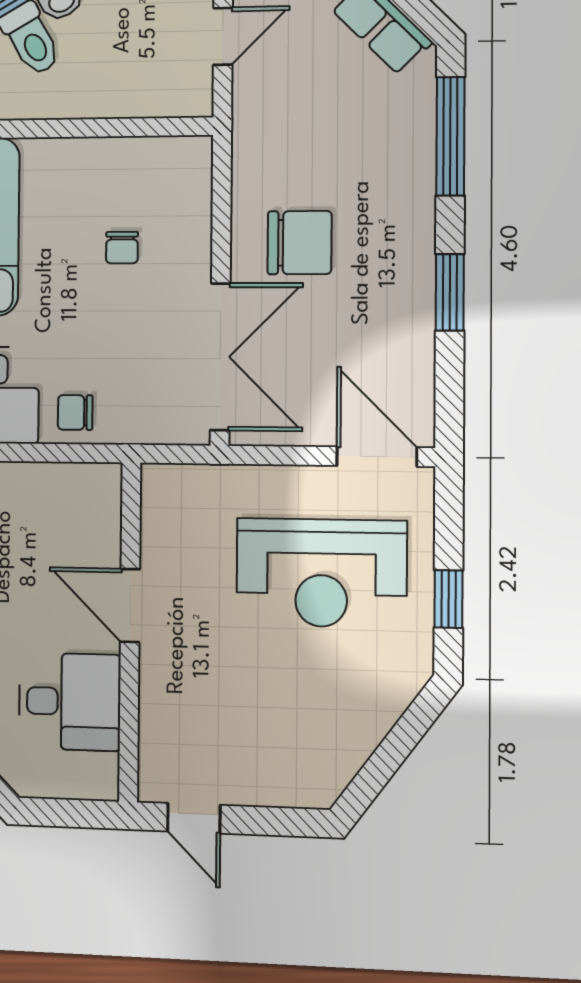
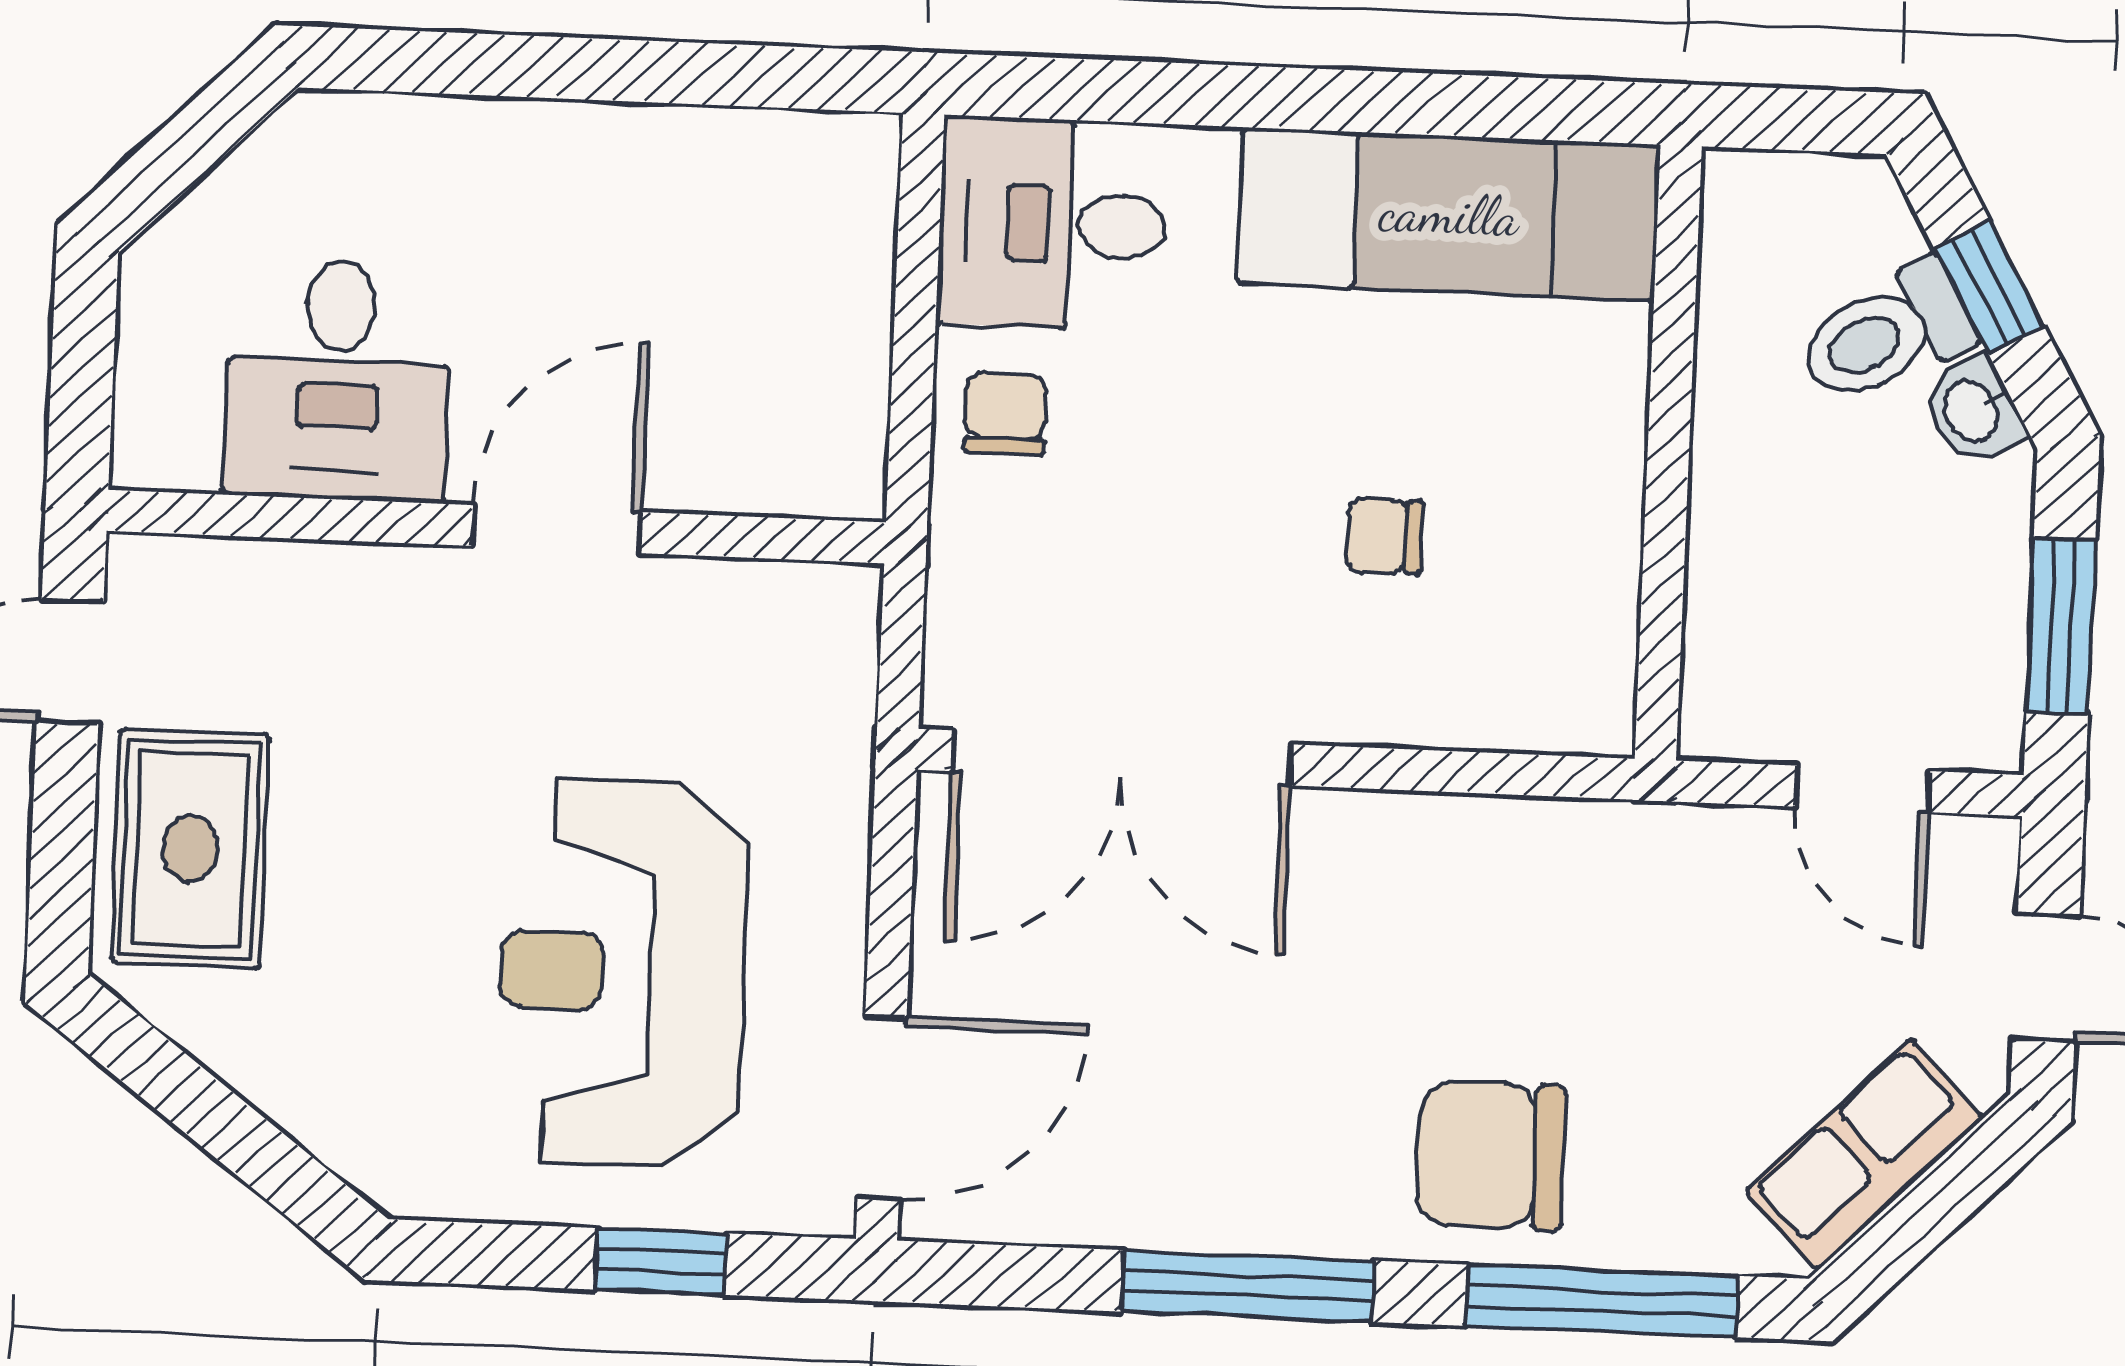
chair: (300, 243) -> (1491, 1155), moved, turned 90
window: (450, 292) -> (1247, 1286), width x1.44
window: (448, 599) -> (661, 1261), moved
rug: (273, 765) -> (190, 849), added

